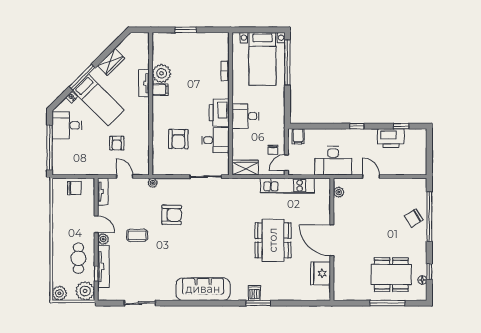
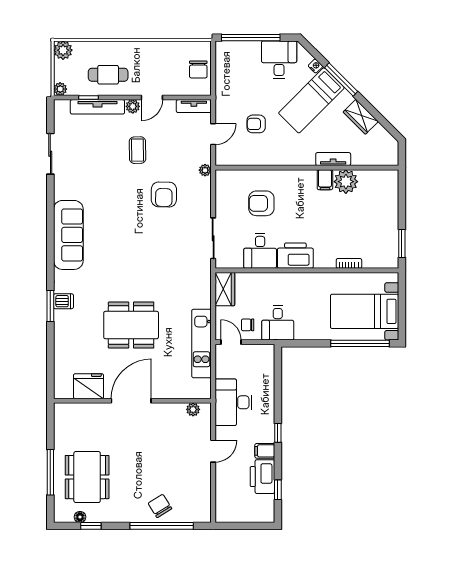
window: (186, 30) -> (402, 243), moved
desk: (245, 116) -> (278, 323), moved, turned 180
filing cabinet: (298, 136) -> (265, 451), moved
plant: (85, 291) -> (60, 89), width x0.53, depth x0.53

